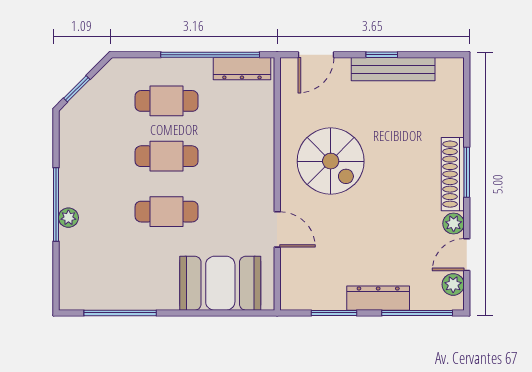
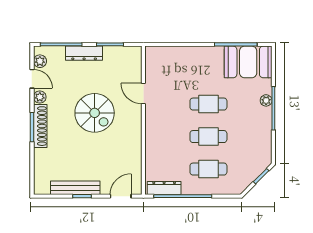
spiral stairs: (331, 161) -> (95, 113), moved, turned 180
door: (467, 255) -> (32, 79), hinge flipped
booth: (220, 283) -> (248, 62), moved

